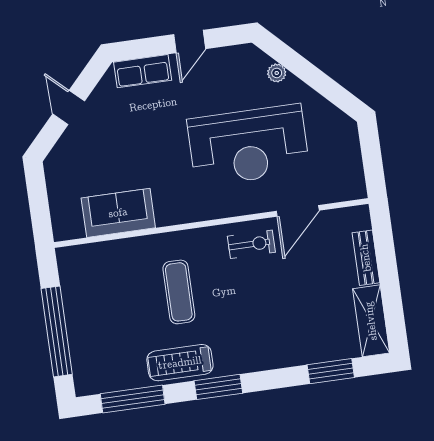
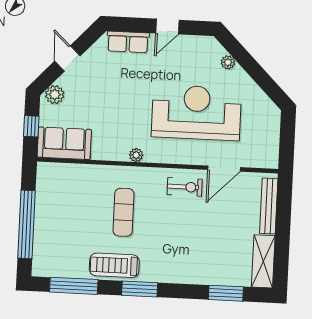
reception desk: (248, 145) -> (196, 113), turned 180
plant: (61, 157) -> (55, 95), added
window: (39, 204) -> (31, 126), added
sofa: (118, 213) -> (64, 143), moved
plant: (181, 215) -> (136, 155), added
bench: (366, 258) -> (269, 206), width x1.36

